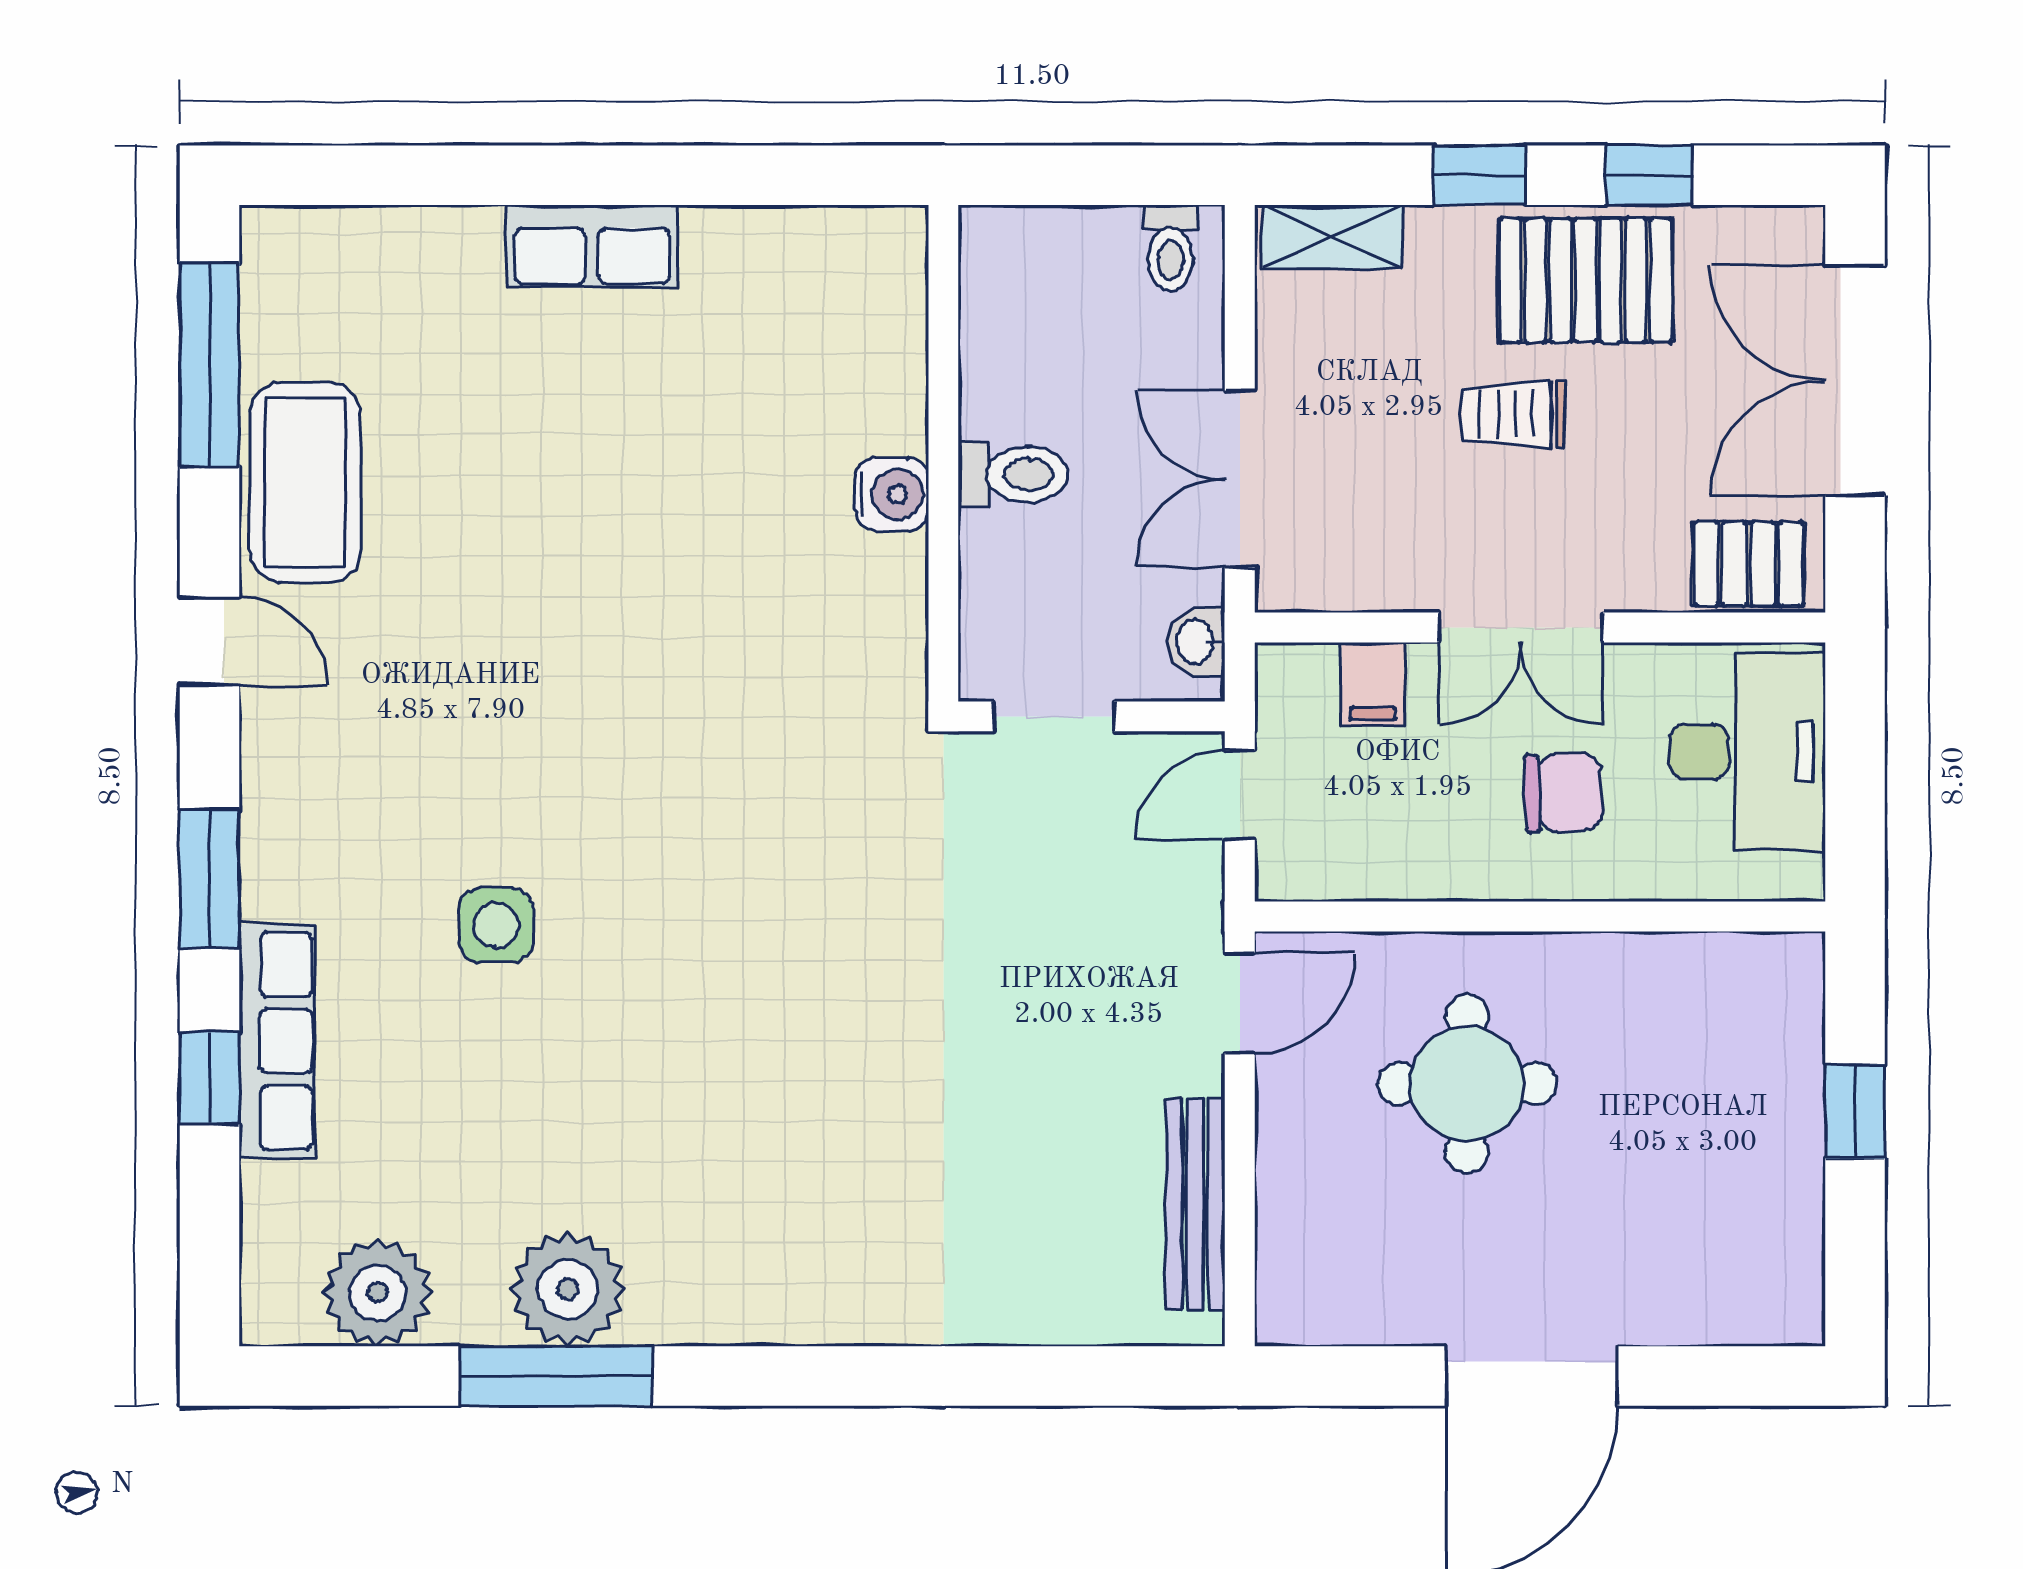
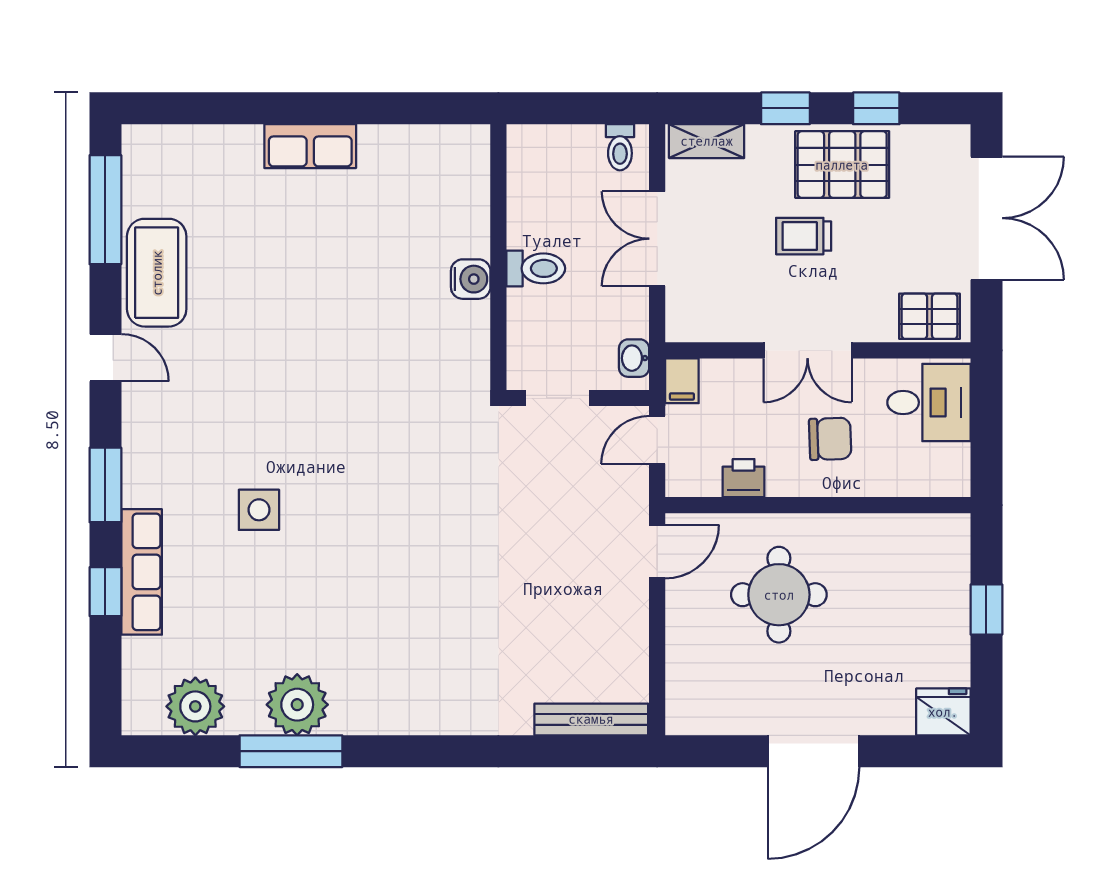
double door: (1855, 381) -> (986, 218), swing flipped
double door: (1240, 479) -> (657, 239), moved
filing cabinet: (1373, 684) -> (682, 381), moved
desk: (1747, 752) -> (929, 402), width x0.73
printer: (1401, 866) -> (744, 478), added
bench: (1195, 1204) -> (591, 719), moved, turned 90
fridge: (1774, 1303) -> (943, 712), added

